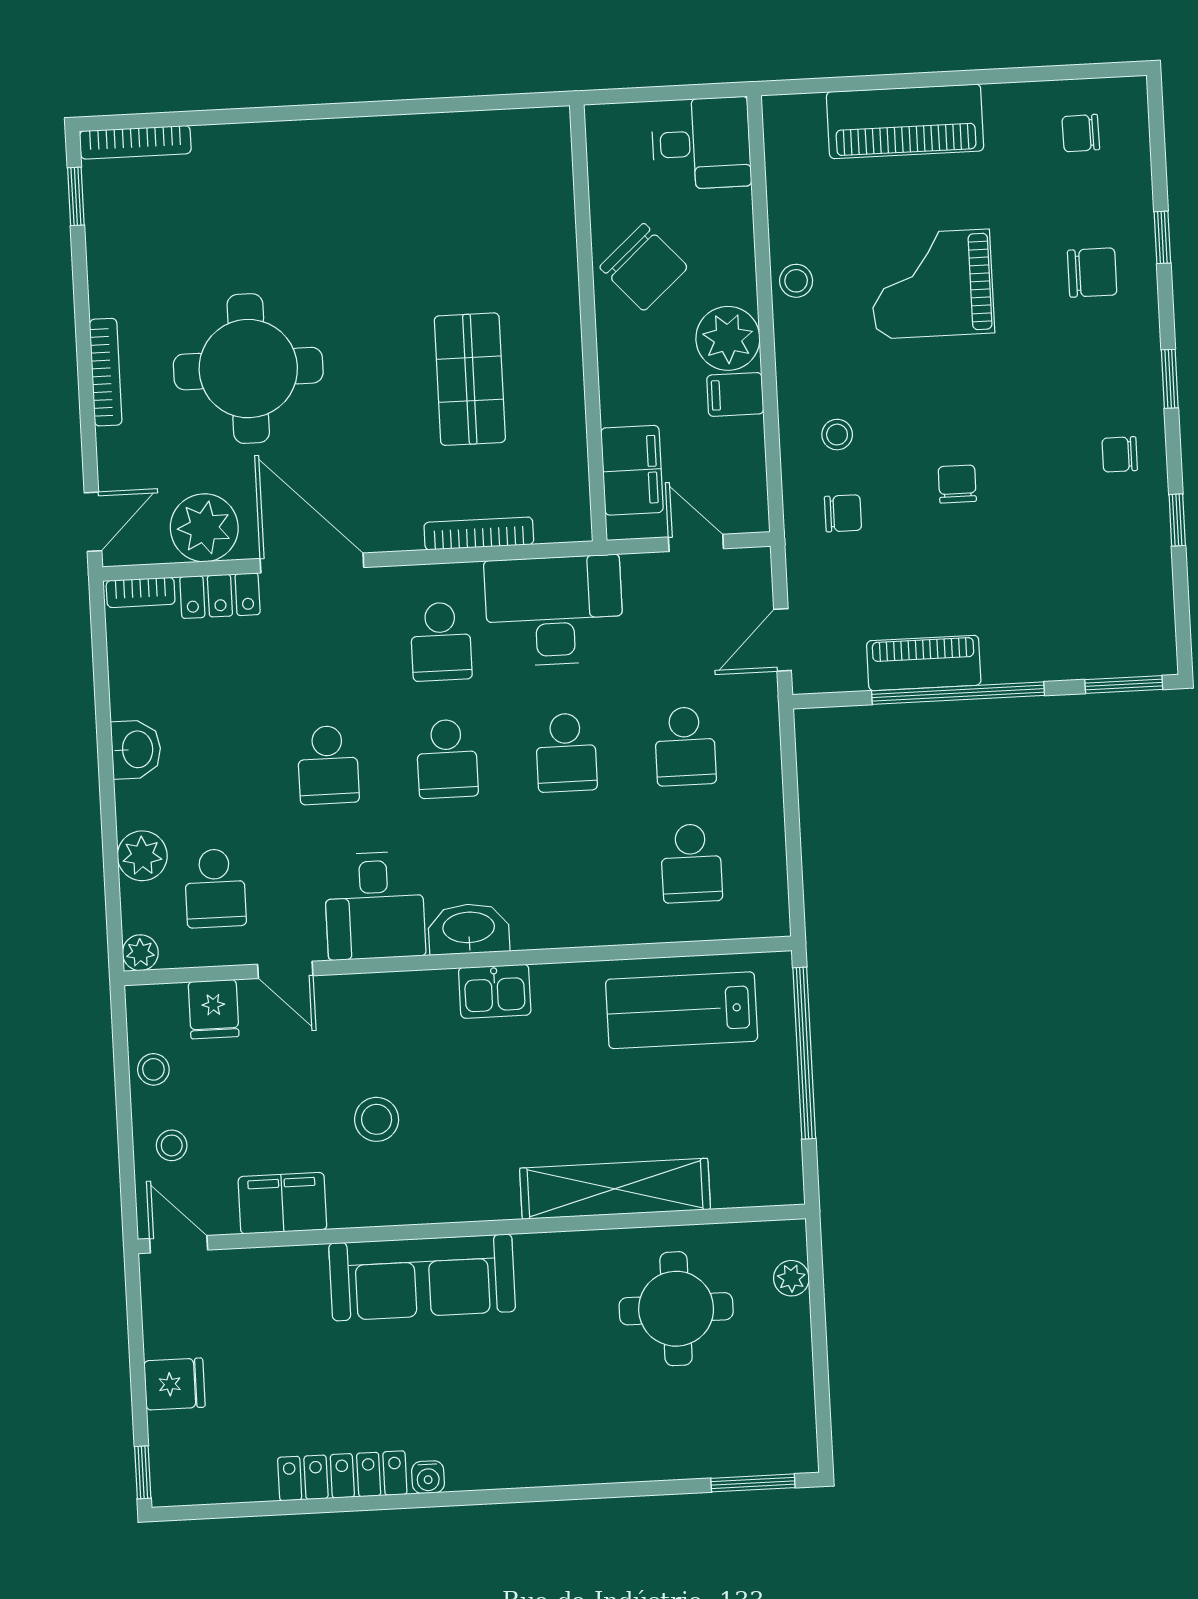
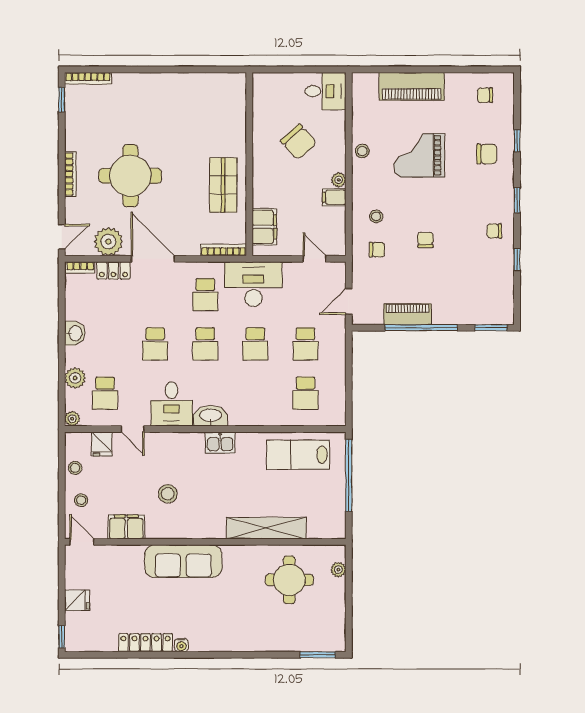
wall: (588, 323) -> (249, 164), moved
plant: (728, 338) -> (339, 180), width x0.53, depth x0.53
filing cabinet: (632, 470) -> (264, 227), moved

